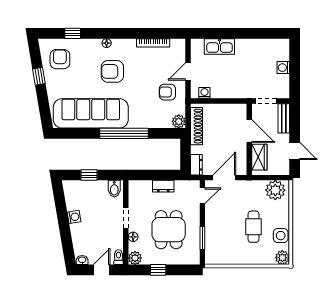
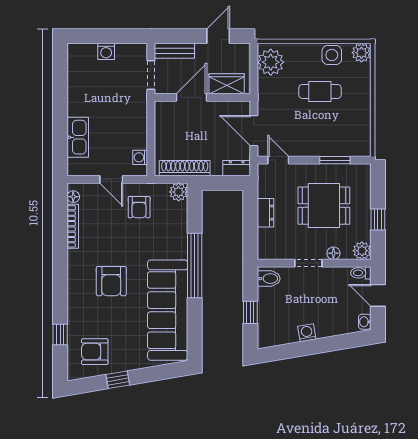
floor lamp: (107, 43) -> (73, 197), moved

